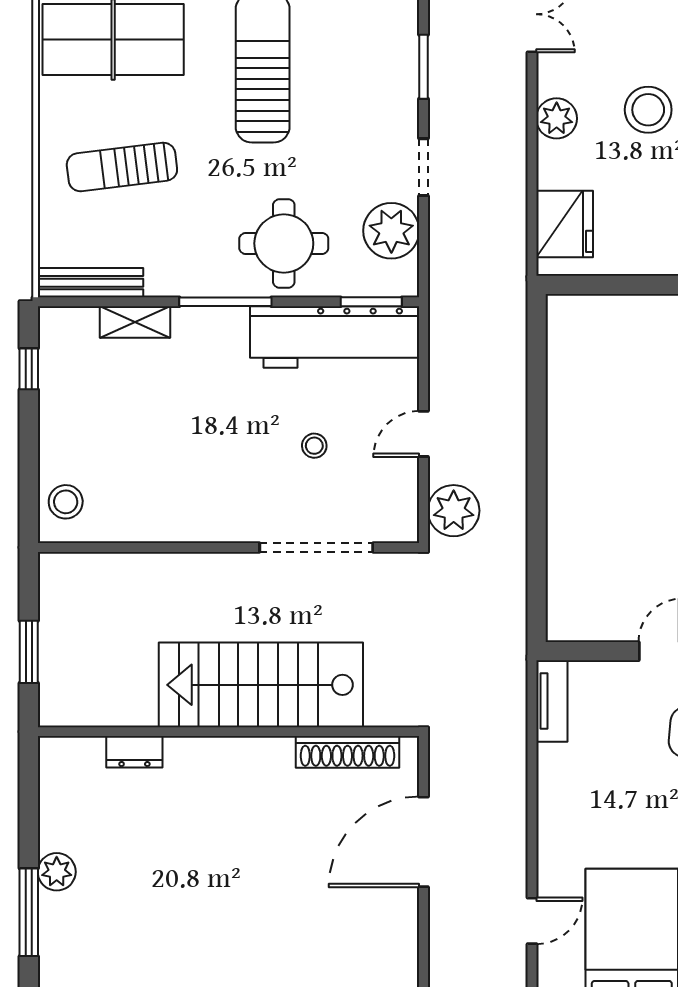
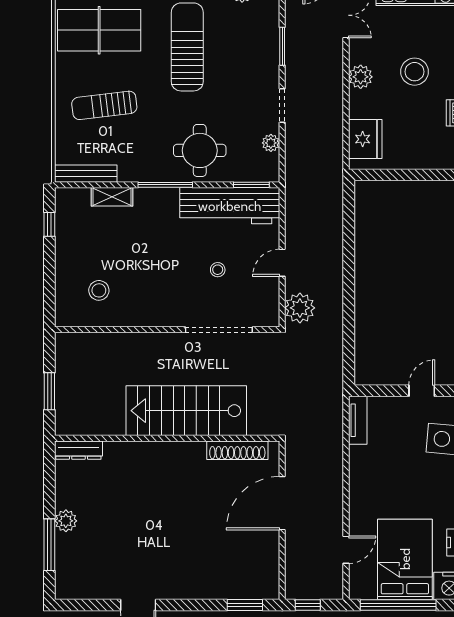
plant: (391, 231) -> (271, 143), width x0.53, depth x0.53
stool: (66, 502) -> (99, 290), moved
dresser: (134, 752) -> (78, 450), moved, width x1.44

